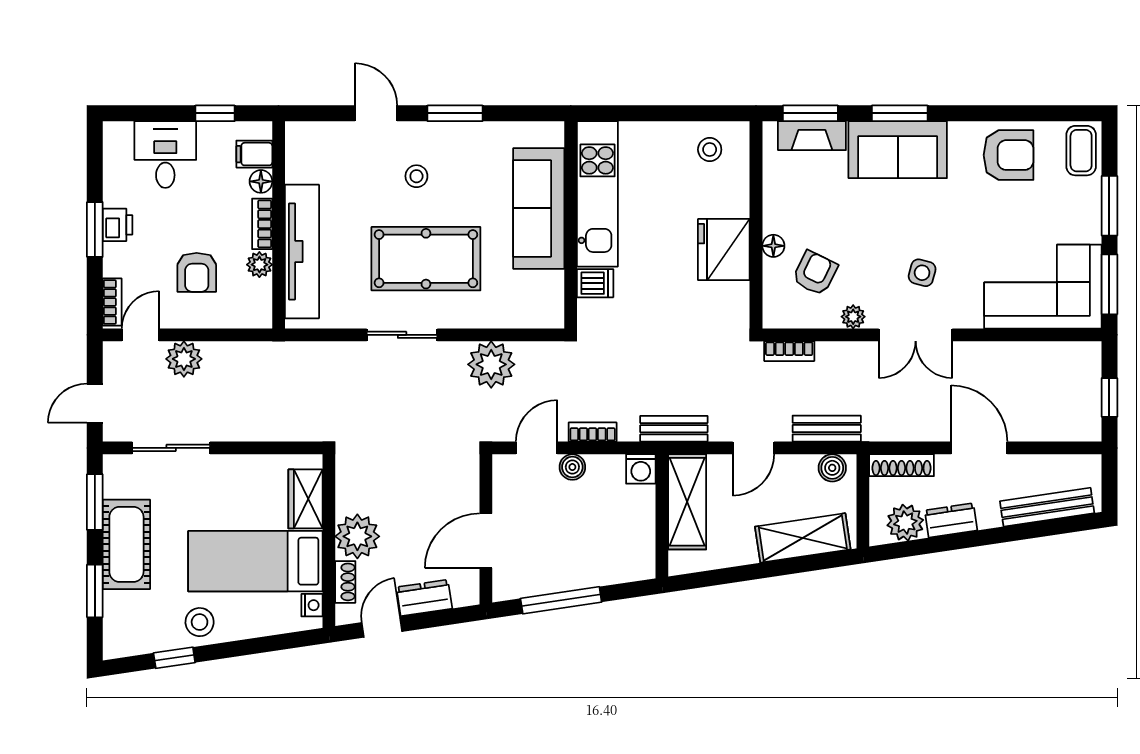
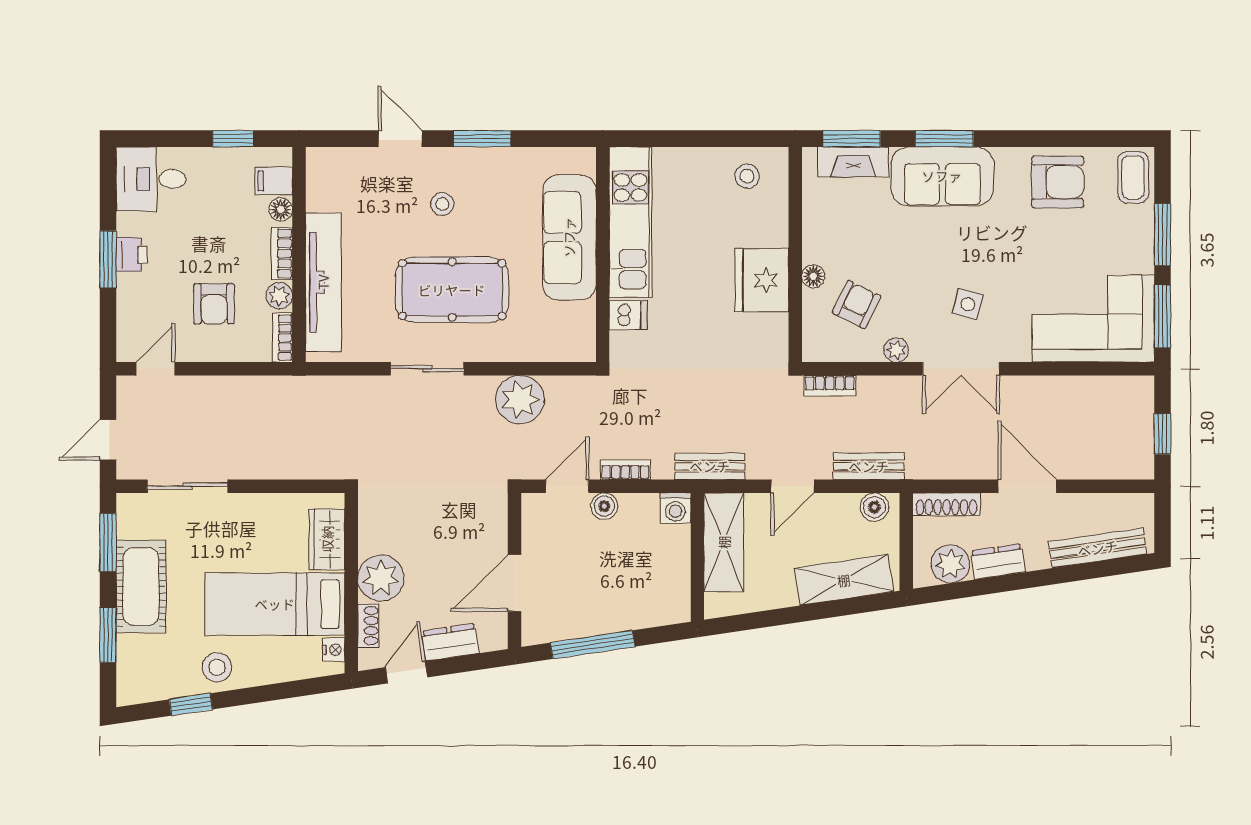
desk: (165, 155) -> (151, 179), moved, turned -90
bookcase: (112, 302) -> (283, 338), moved, turned 180
plant: (184, 359) -> (201, 394), removed

